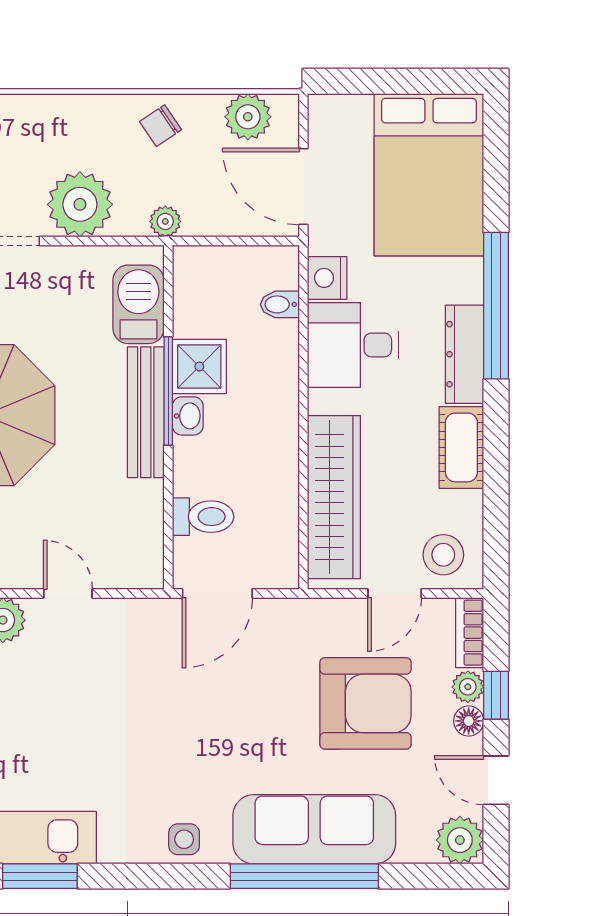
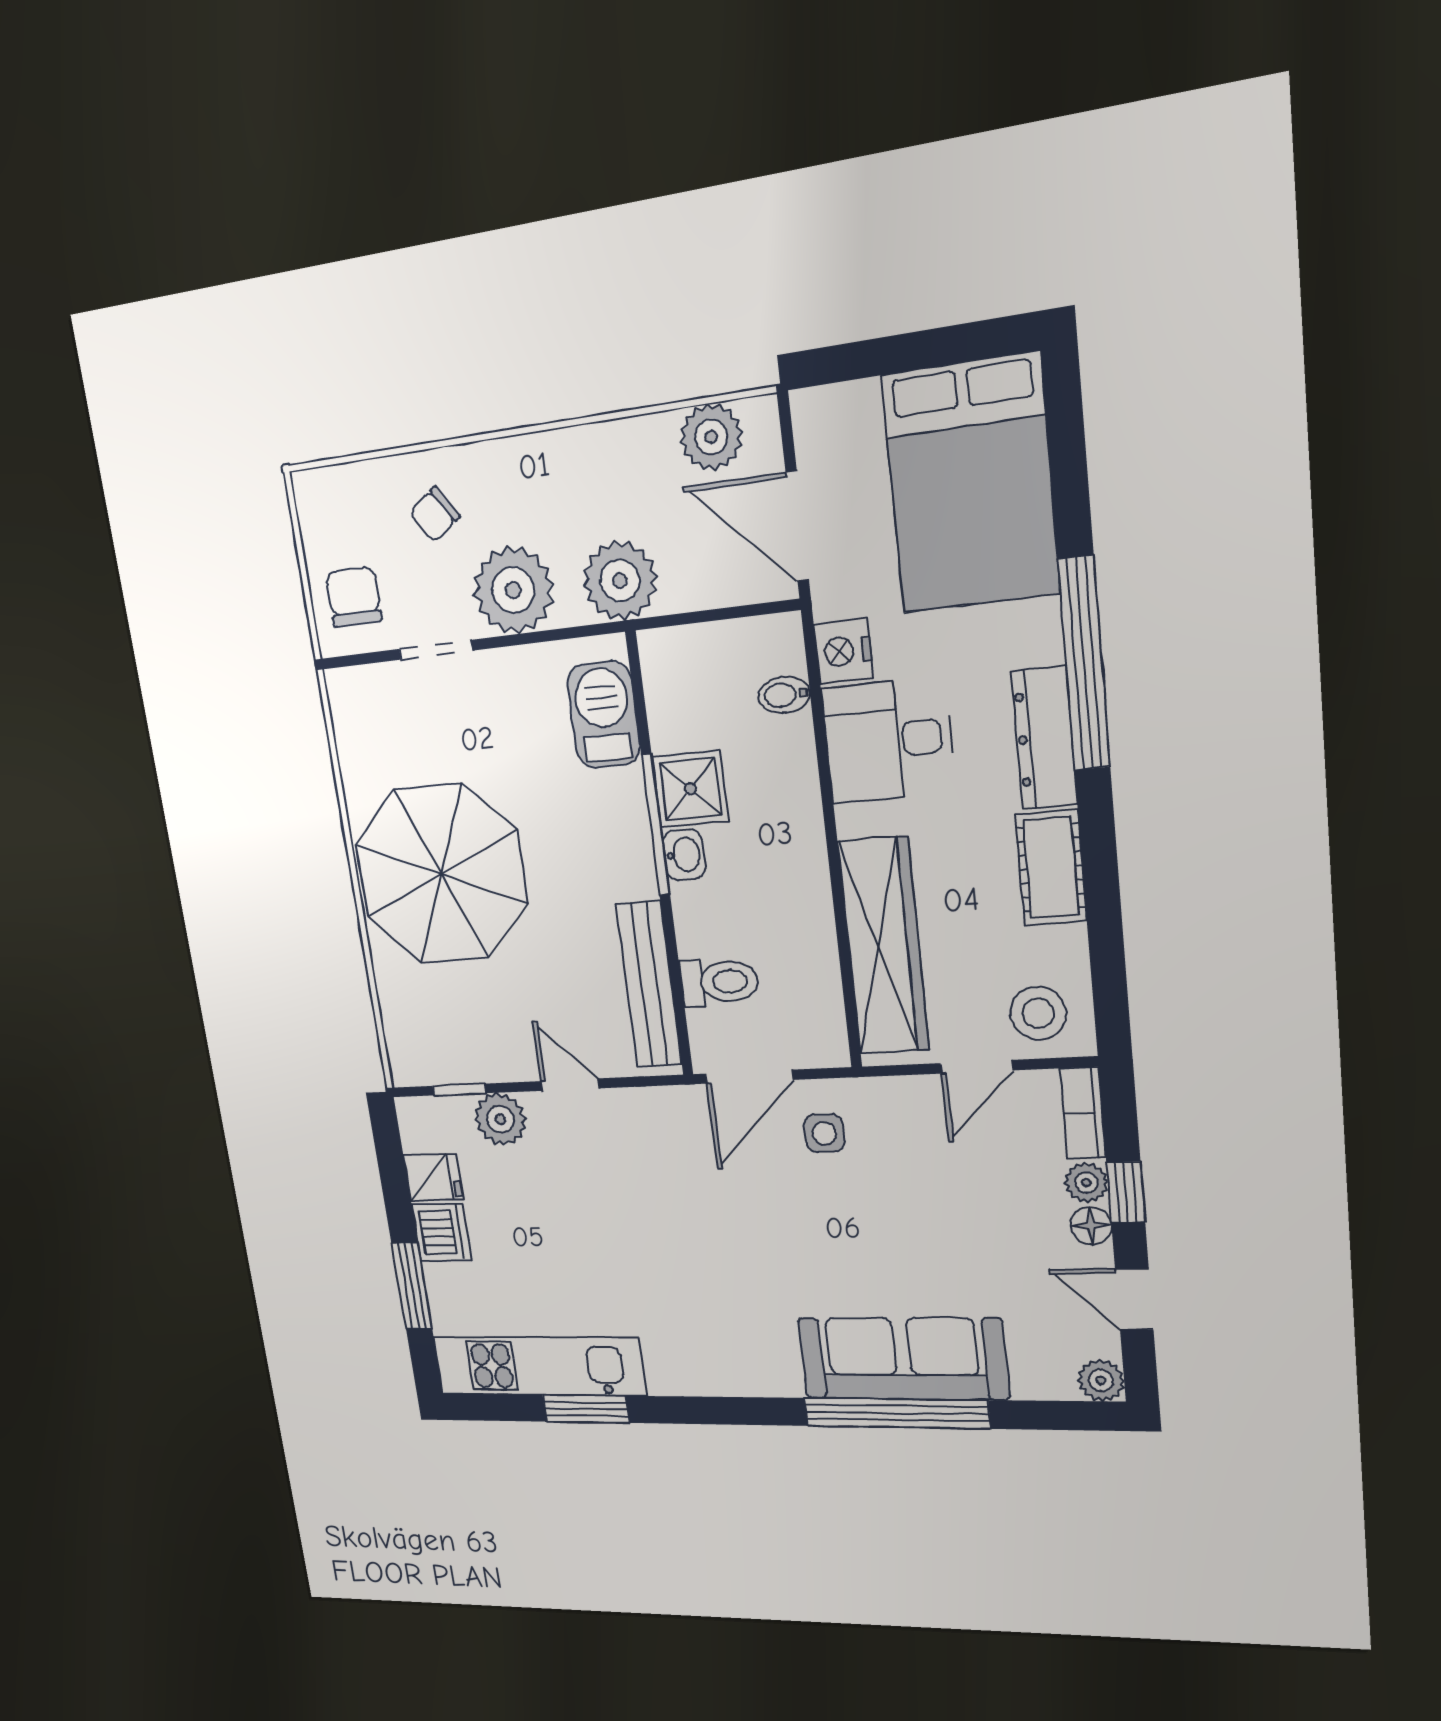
chair: (161, 126) -> (435, 514), moved
plant: (165, 221) -> (620, 581), width x1.88, depth x1.88
bench: (146, 412) -> (649, 985), moved
armchair: (365, 703) -> (952, 1206), removed
side table: (184, 839) -> (824, 1133), moved
plant: (460, 840) -> (1101, 1380), width x0.73, depth x0.73

